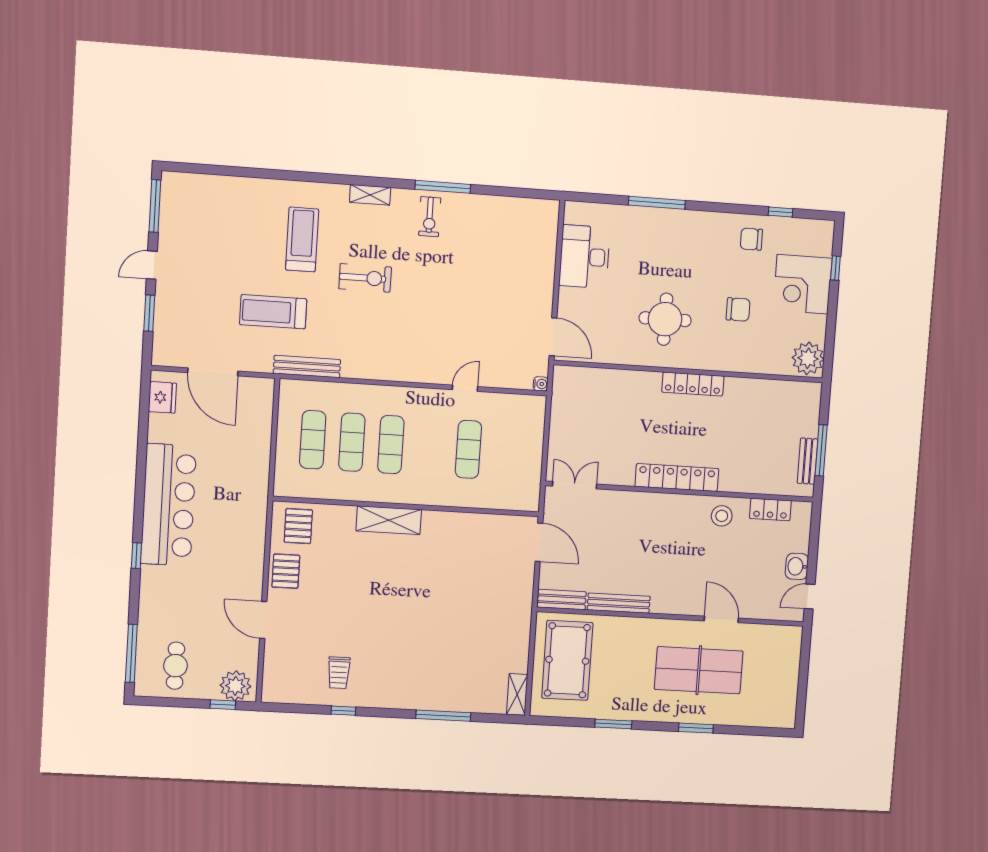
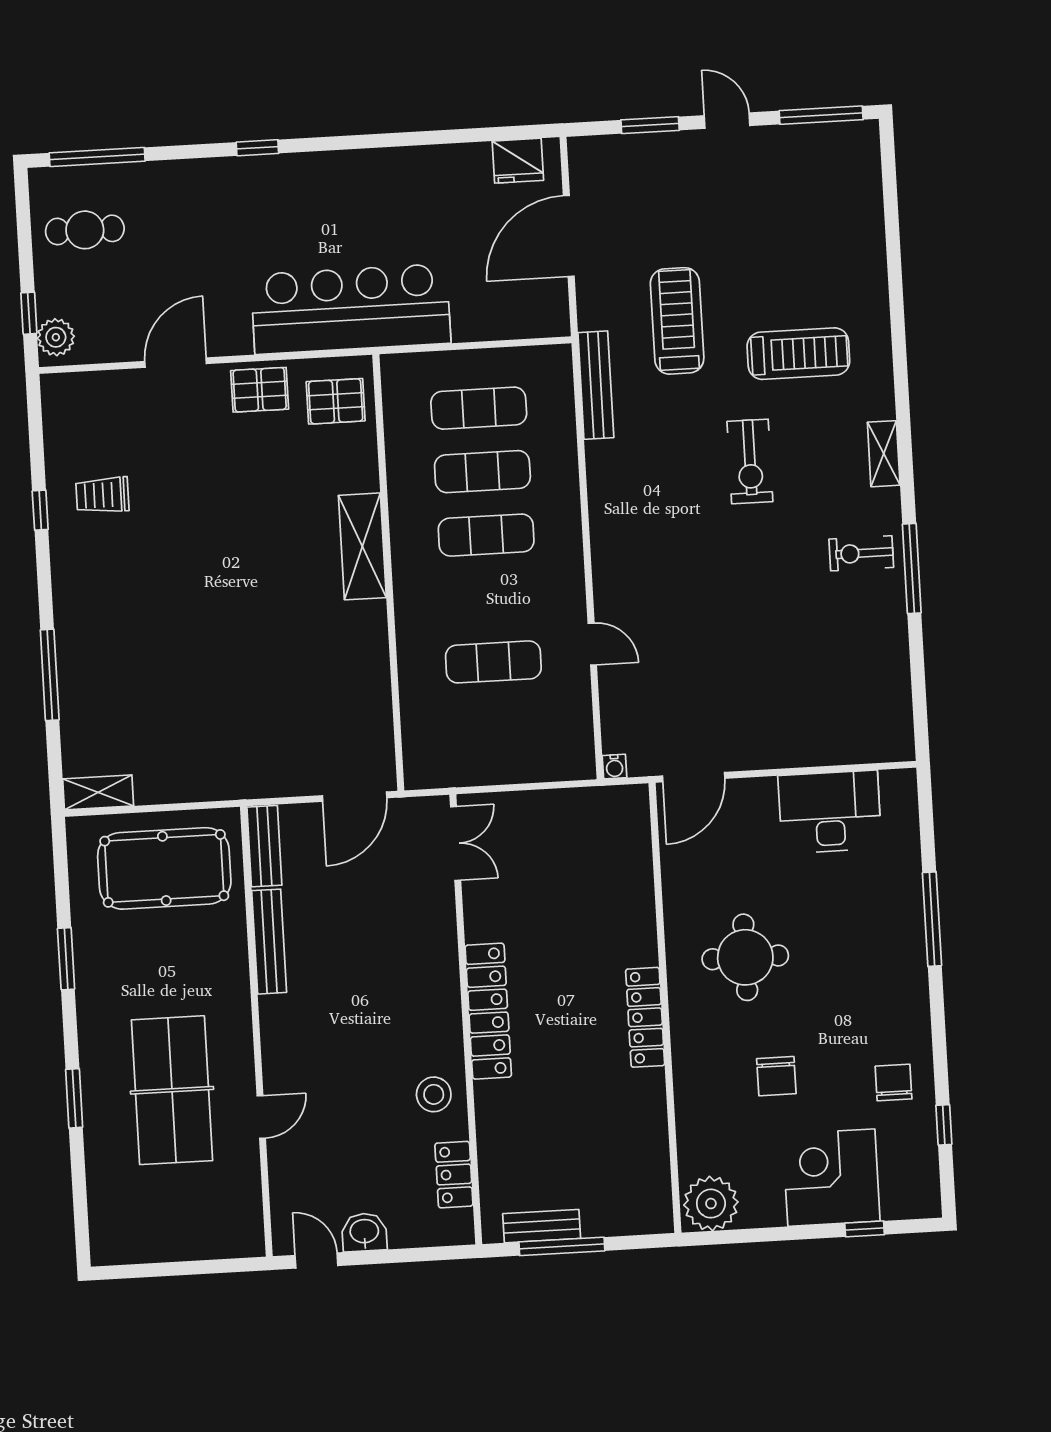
bar counter: (168, 505) -> (351, 309), moved, turned 180
door: (721, 619) -> (261, 1117), width x0.73
plant: (235, 686) -> (56, 337), width x0.73, depth x0.73

